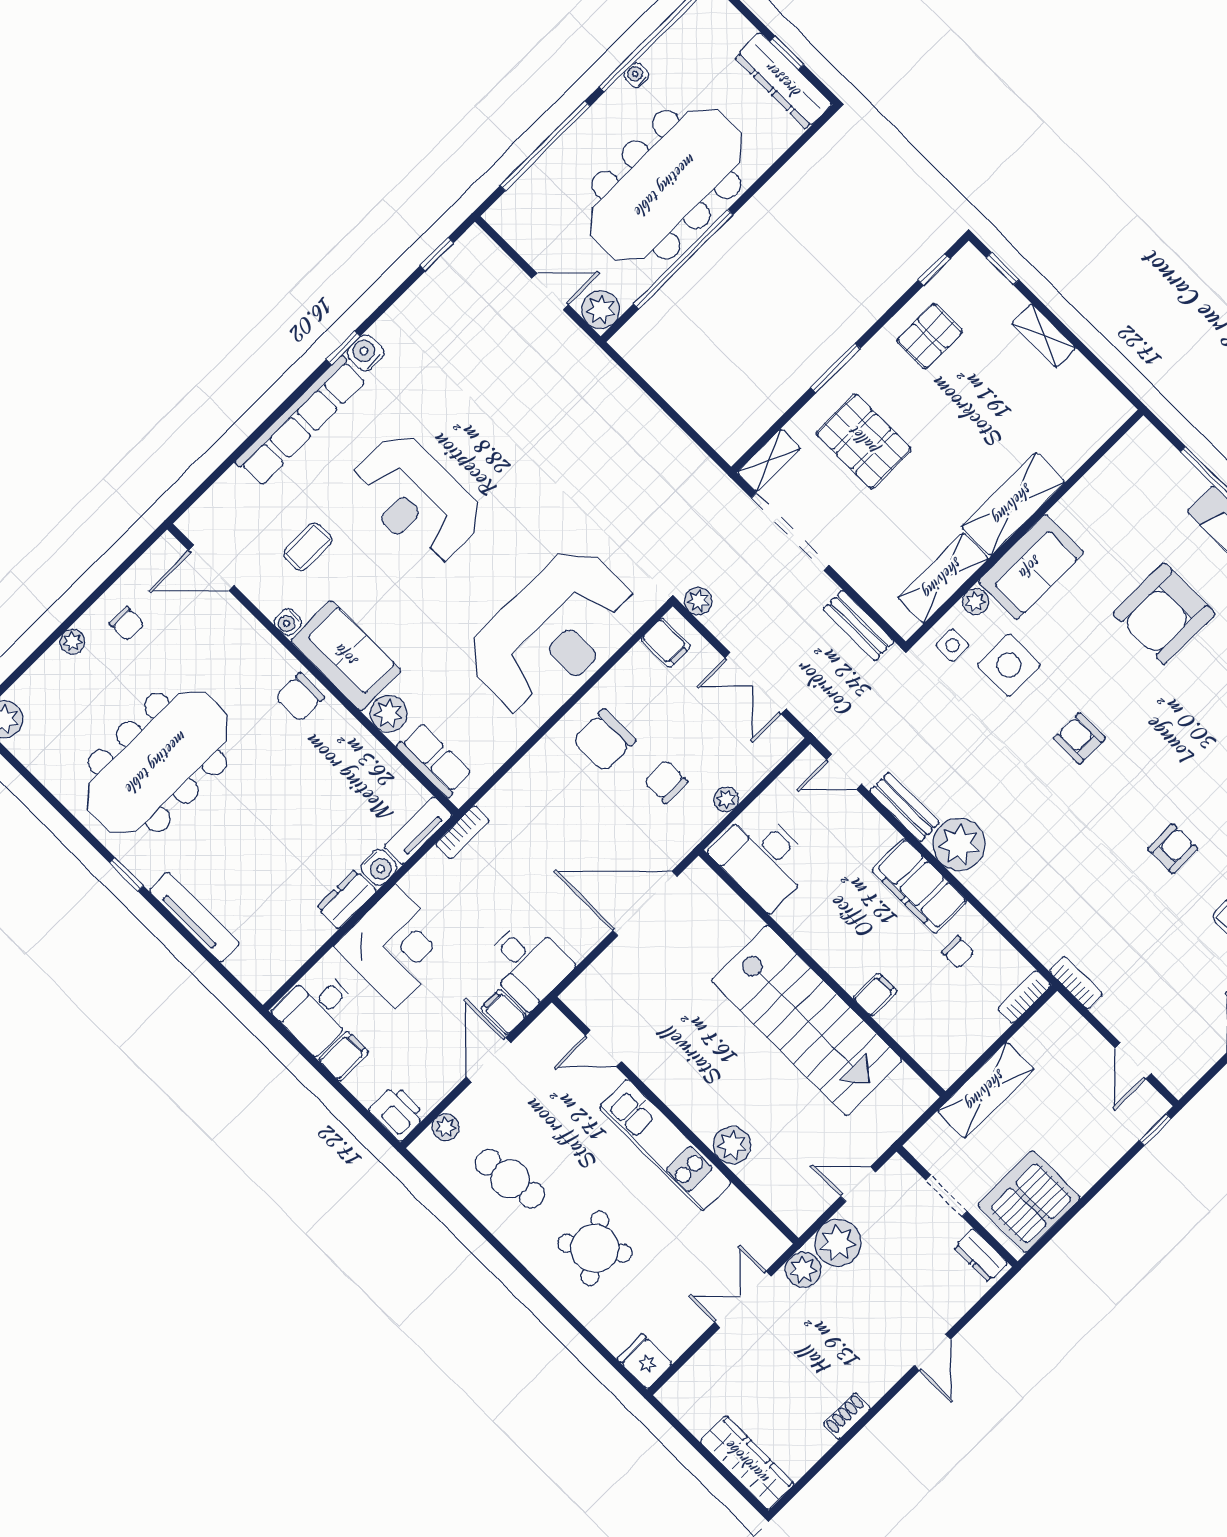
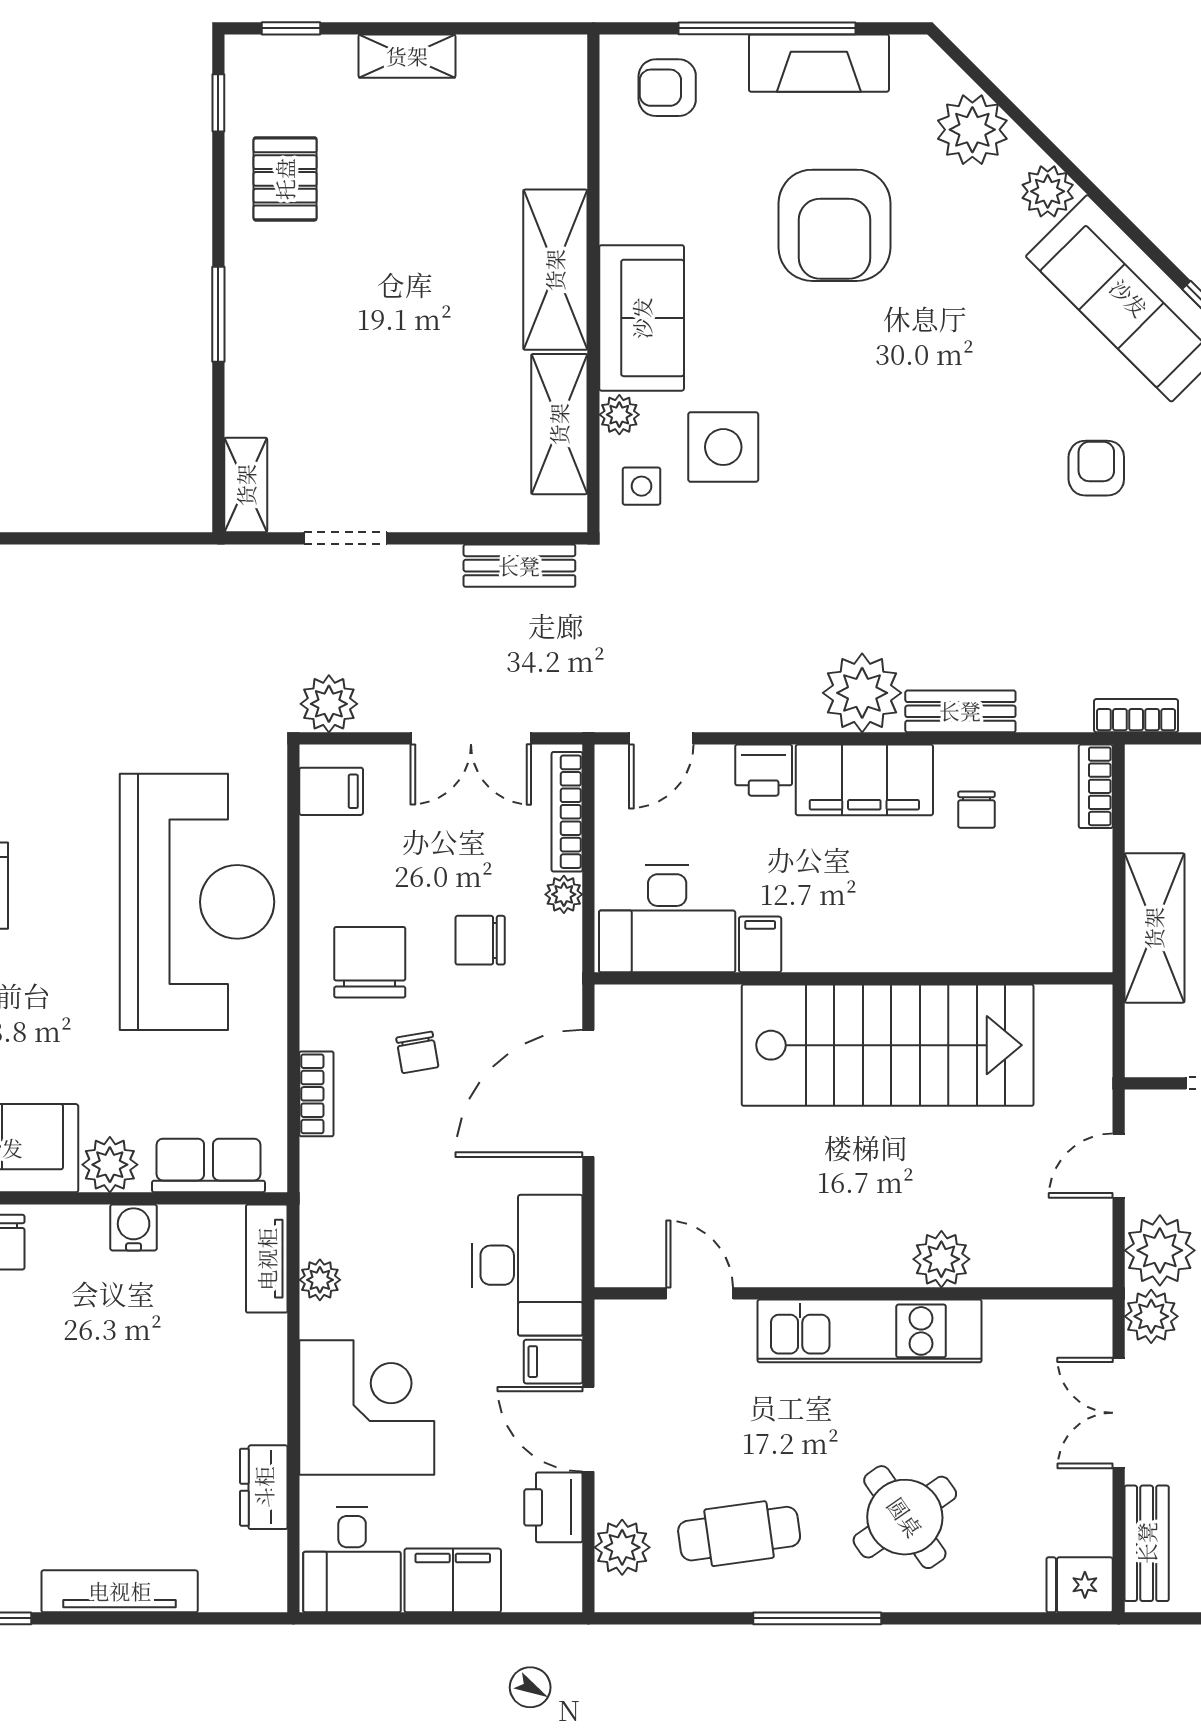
pallet: (864, 441) -> (327, 363), removed
doorway: (790, 532) -> (345, 538), width x0.53
plant: (698, 601) -> (329, 704), width x1.38, depth x1.38
armchair: (1079, 738) -> (667, 88), moved
chair: (604, 741) -> (370, 962), turned 180
bookcase: (766, 762) -> (567, 812), added
chair: (584, 805) -> (417, 1052), added
bench: (904, 807) -> (960, 711), moved
bookcase: (463, 832) -> (316, 1094), moved
printer: (877, 834) -> (764, 770), added
plant: (433, 865) -> (320, 1280), added
water cooler: (379, 867) -> (134, 1227), moved, turned -90
dresser: (347, 899) -> (264, 1487), moved
chair: (958, 952) -> (976, 810), turned 90
desk: (527, 964) -> (527, 1265), width x1.37
filing cabinet: (875, 995) -> (760, 944), moved
door: (603, 1048) -> (700, 1293), swing flipped
filing cabinet: (344, 1056) -> (453, 1580), width x2.00
printer: (397, 1113) -> (553, 1507), moved, turned -90
plant: (446, 1127) -> (622, 1547), width x1.38, depth x1.38
window: (507, 1255) -> (817, 1618), added
bench: (695, 1373) -> (1147, 1543), added

